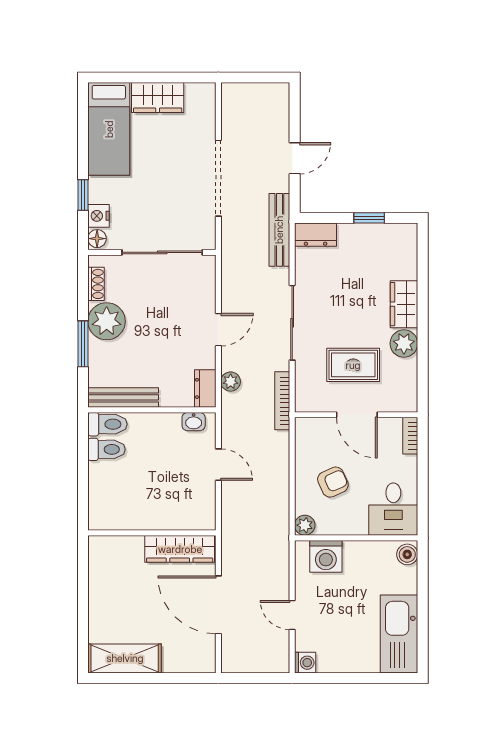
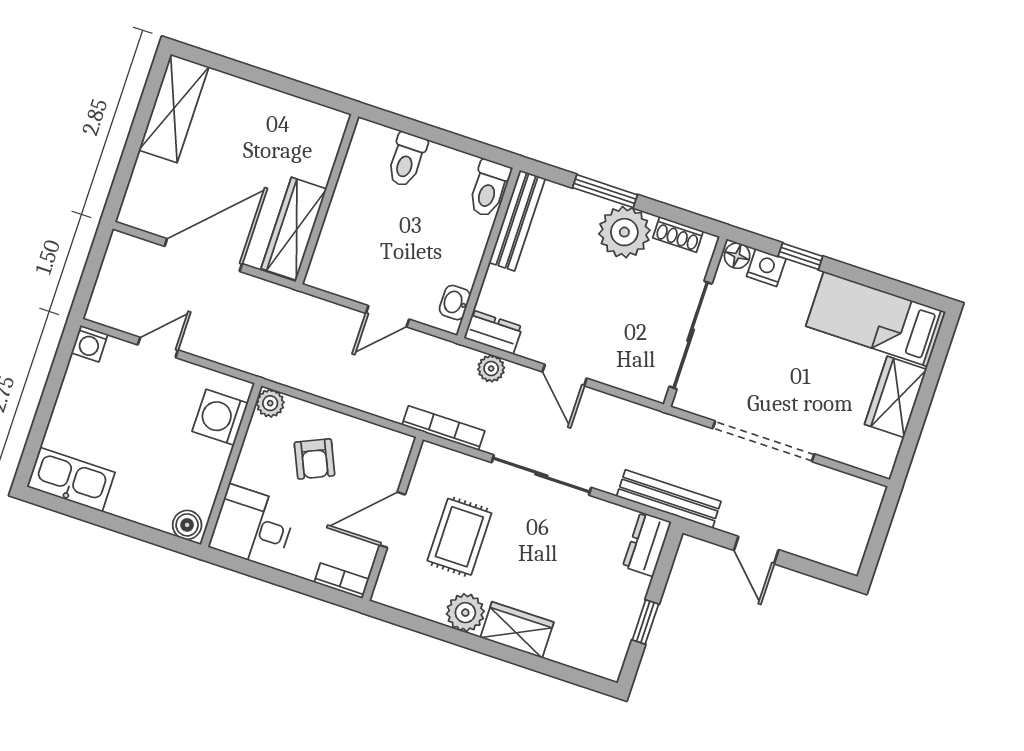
toilet: (107, 449) -> (407, 160), moved
kitchen sink: (399, 634) -> (71, 480), width x0.73, depth x0.81

